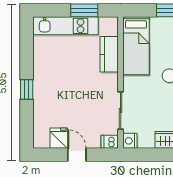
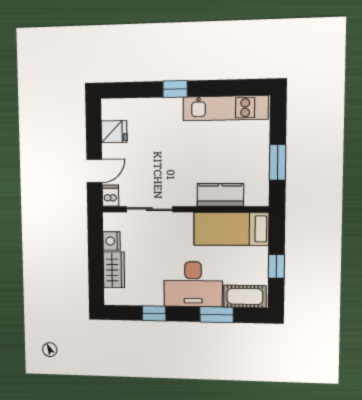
kitchen unit: (66, 26) -> (226, 108), moved, turned -90
nightstand: (130, 141) -> (112, 241), moved, turned -90
door: (77, 155) -> (94, 171), moved

